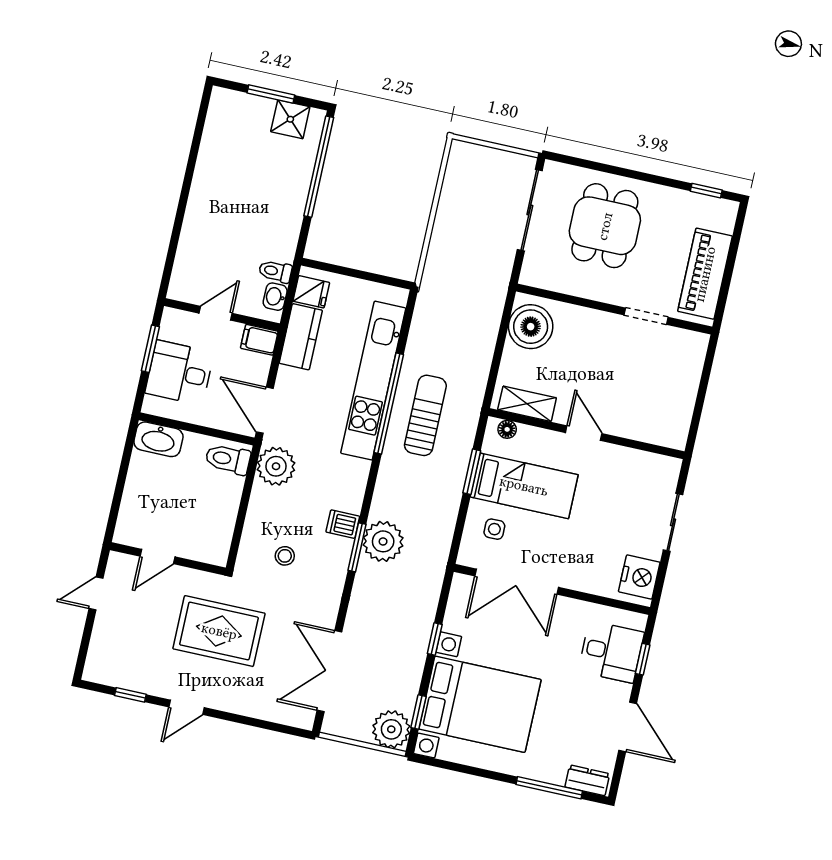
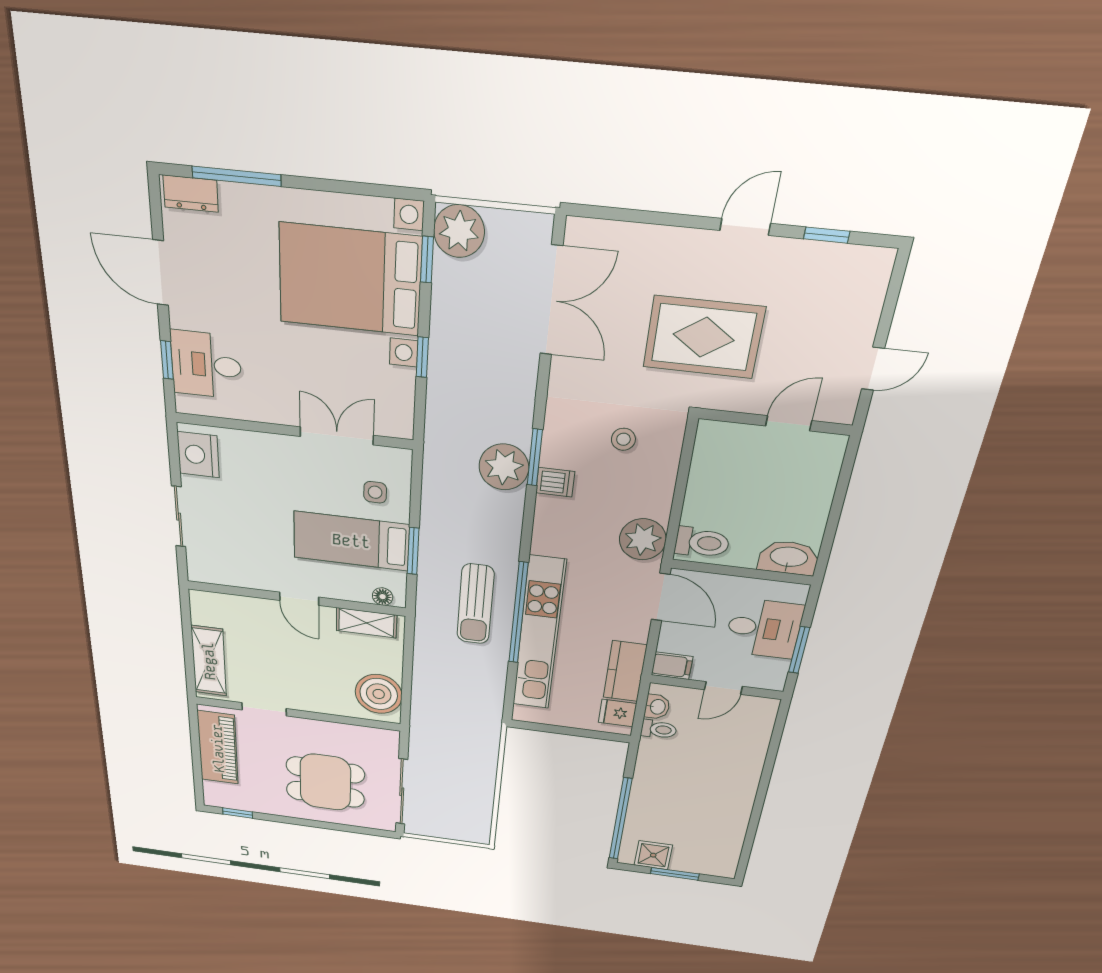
dining table: (605, 226) -> (325, 782), turned 90
shelving: (686, 374) -> (209, 661), added
double door: (517, 582) -> (337, 436), width x0.73

